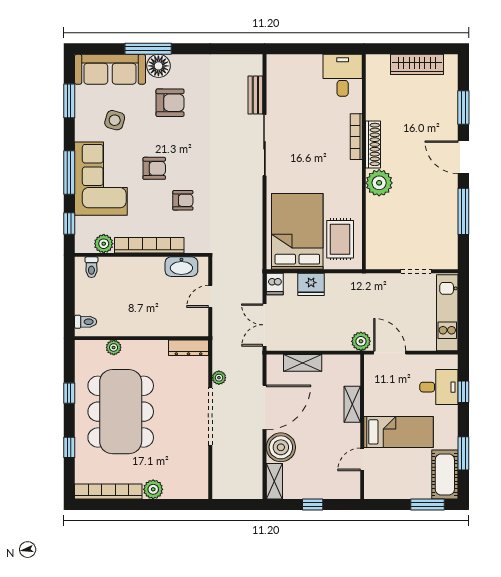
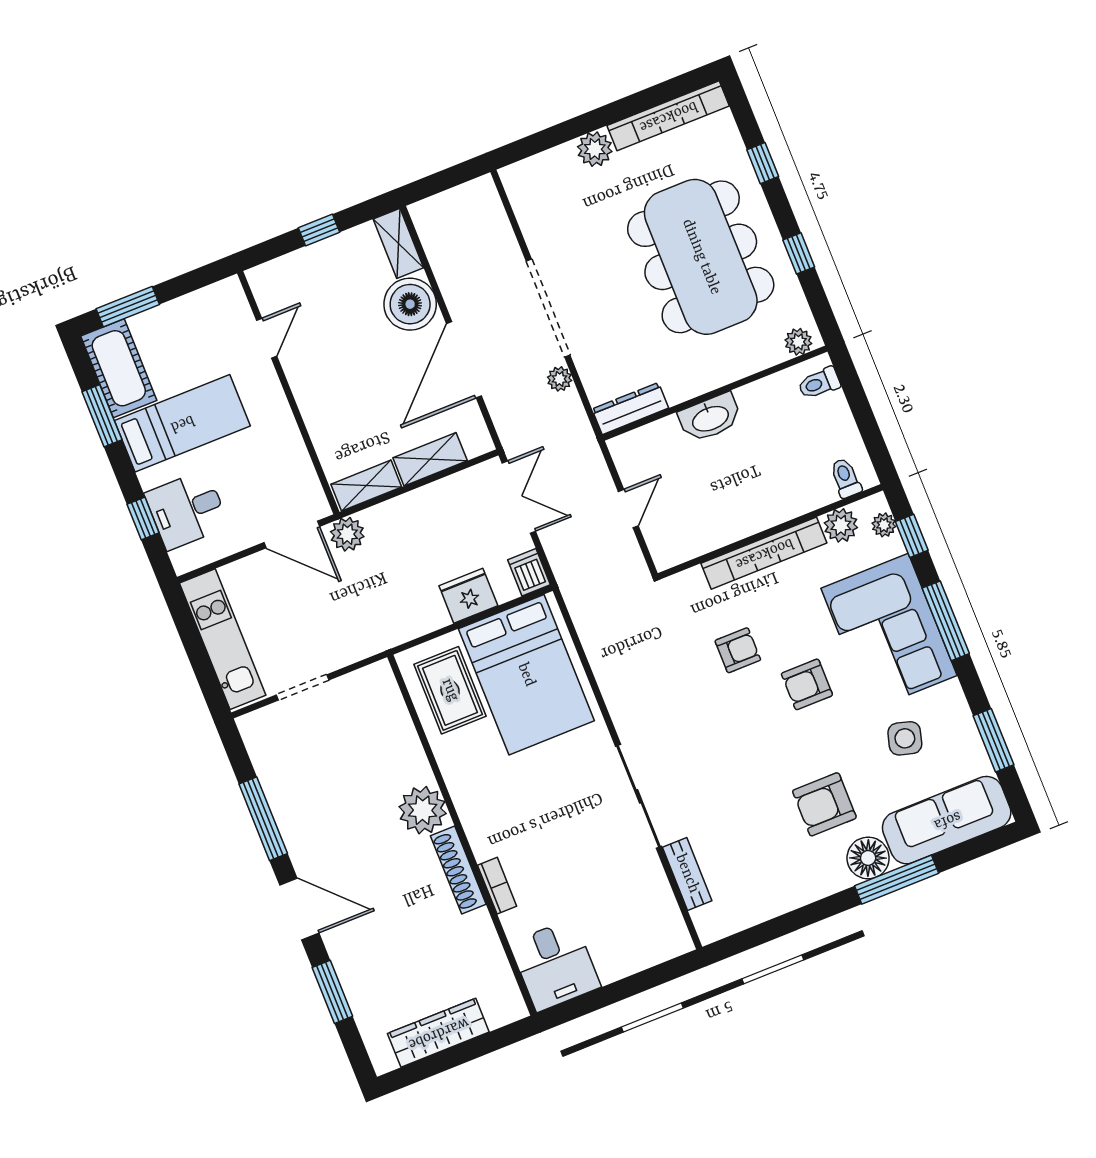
bookcase: (356, 137) -> (497, 886), width x0.64
armchair: (183, 200) -> (738, 650), turned 180
plant: (81, 235) -> (884, 525), added
washbasin: (181, 267) -> (710, 418), moved, turned 180
plant: (114, 347) -> (798, 342), moved
shelving: (352, 404) -> (366, 486), moved, turned 90
bed: (399, 432) -> (182, 423), moved, turned 180

